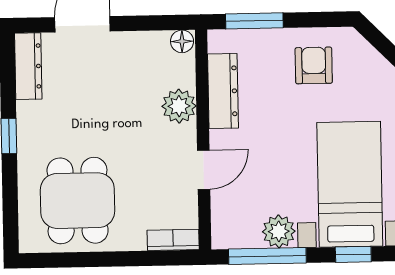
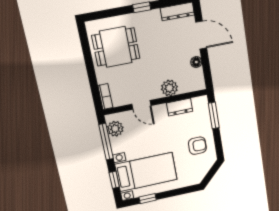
floor lamp: (182, 41) -> (196, 62), moved
dresser: (223, 91) -> (180, 107), width x0.70
plant: (279, 231) -> (115, 129), moved

